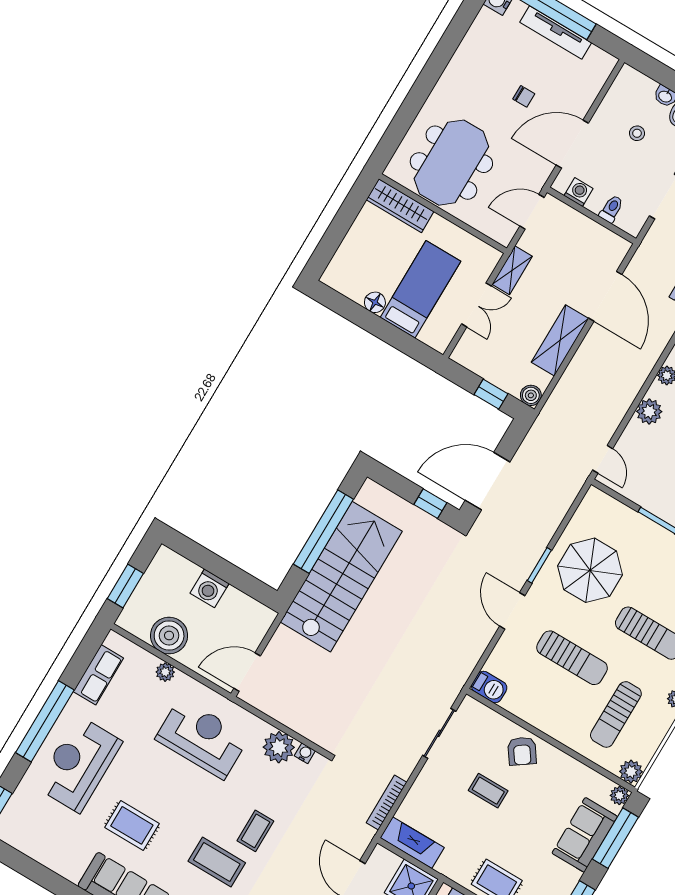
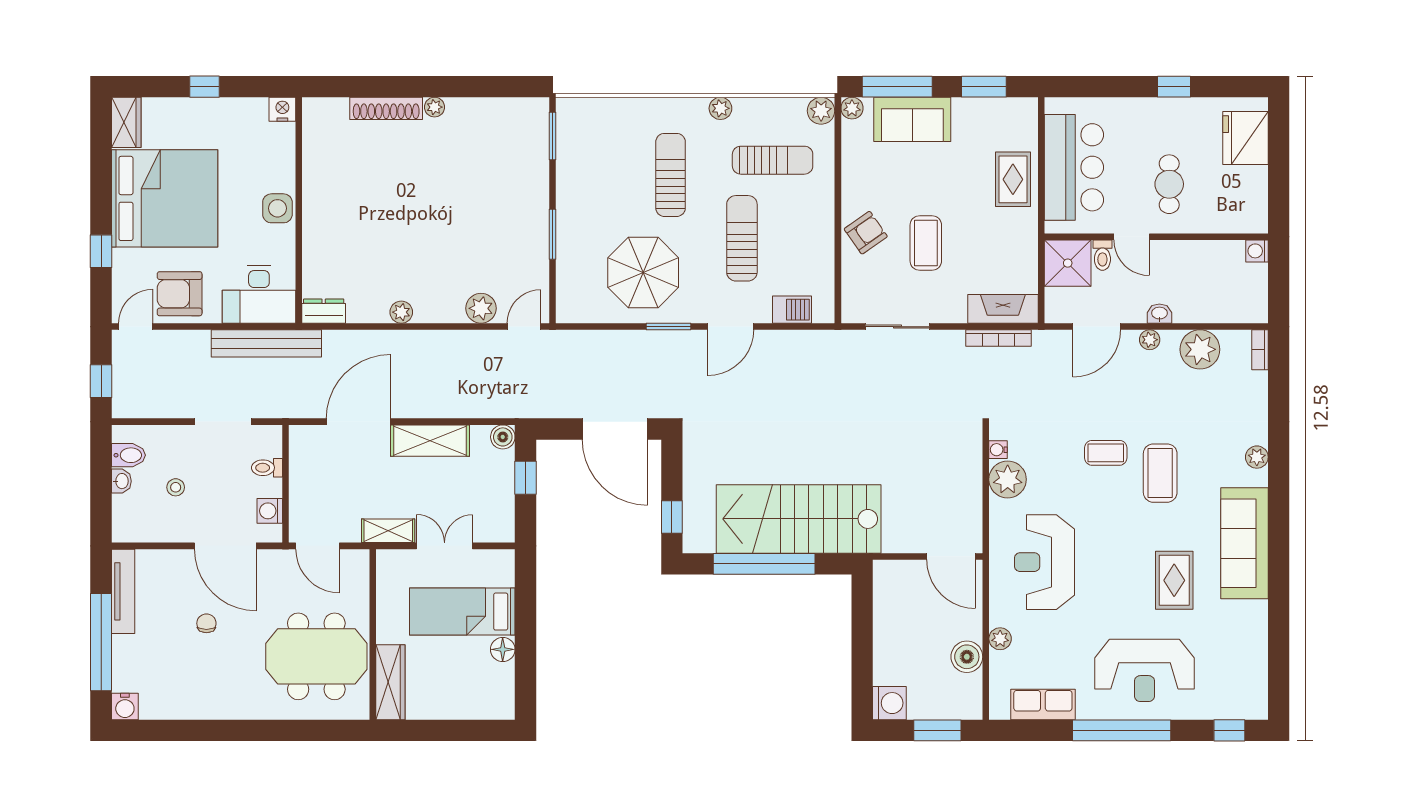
tv unit: (556, 32) -> (123, 591), moved
plant: (649, 412) -> (481, 308), moved
window: (430, 504) -> (672, 517), moved
washing machine: (209, 588) -> (889, 703), moved
boiler: (169, 636) -> (967, 657), width x0.73, depth x0.73
barbecue: (489, 687) -> (792, 310), moved, turned 90
coffee table: (488, 791) -> (926, 243), width x1.36, depth x1.30
fireplace: (412, 843) -> (1003, 309), moved, turned 90

